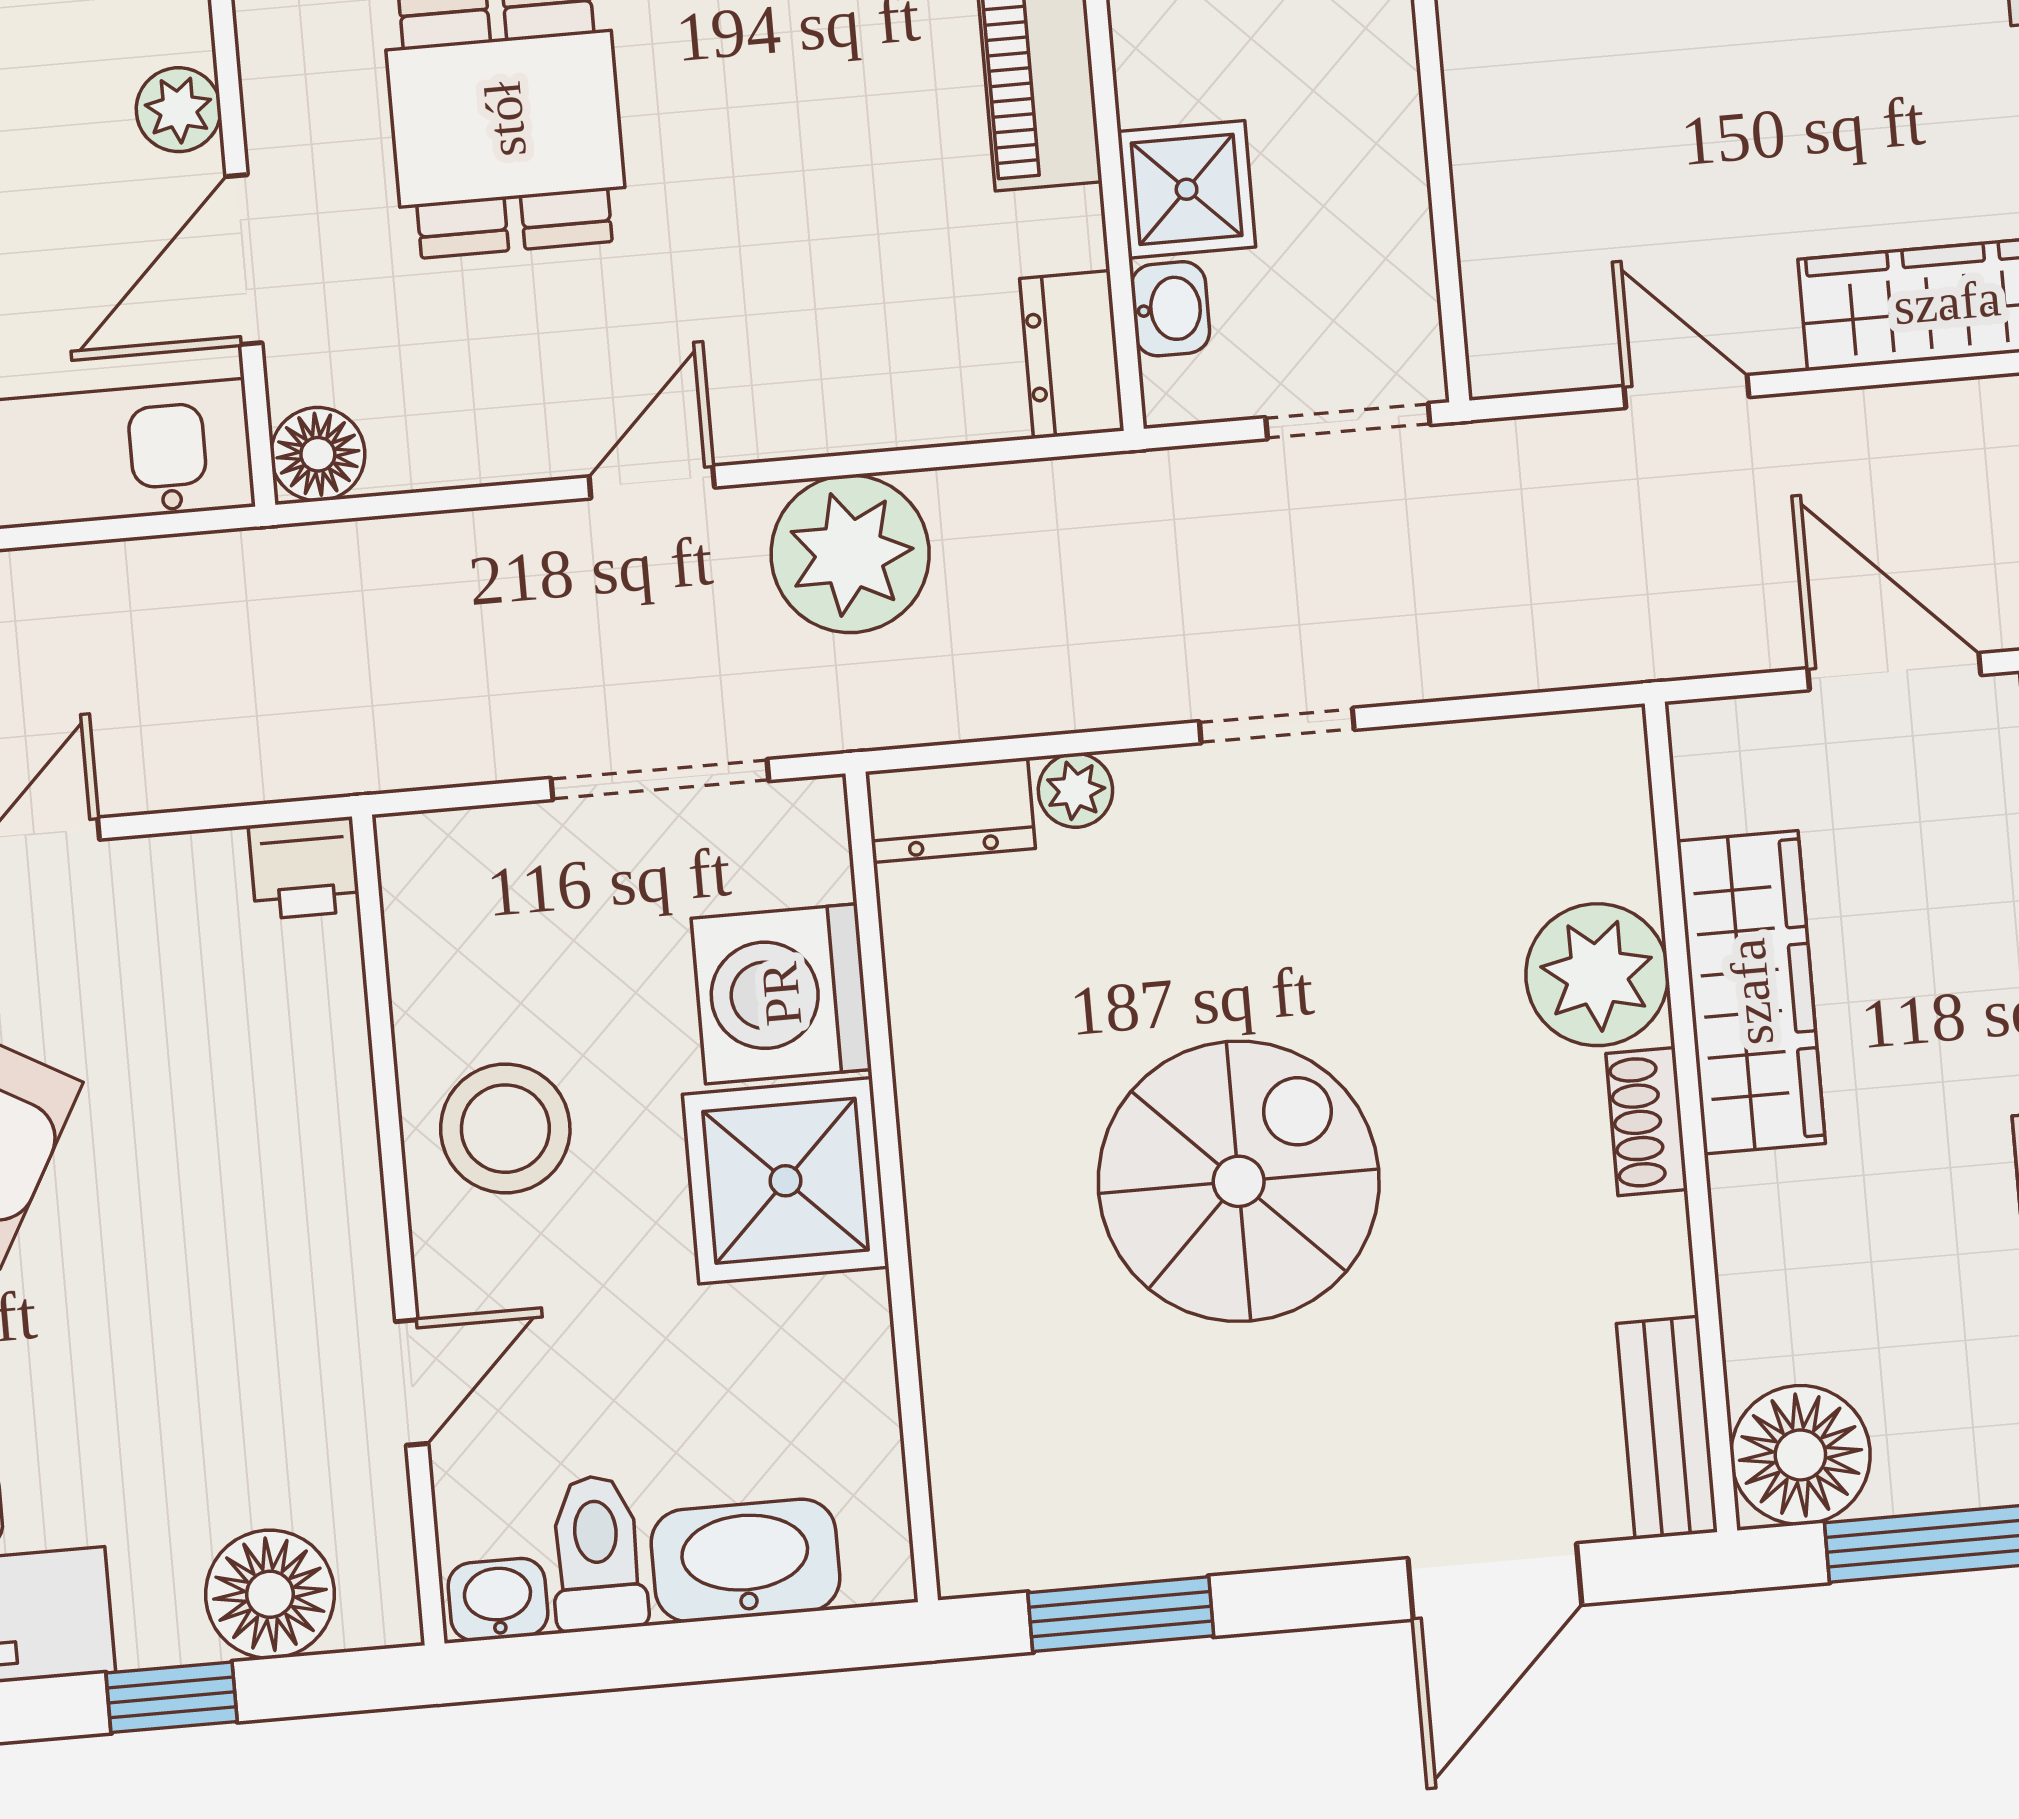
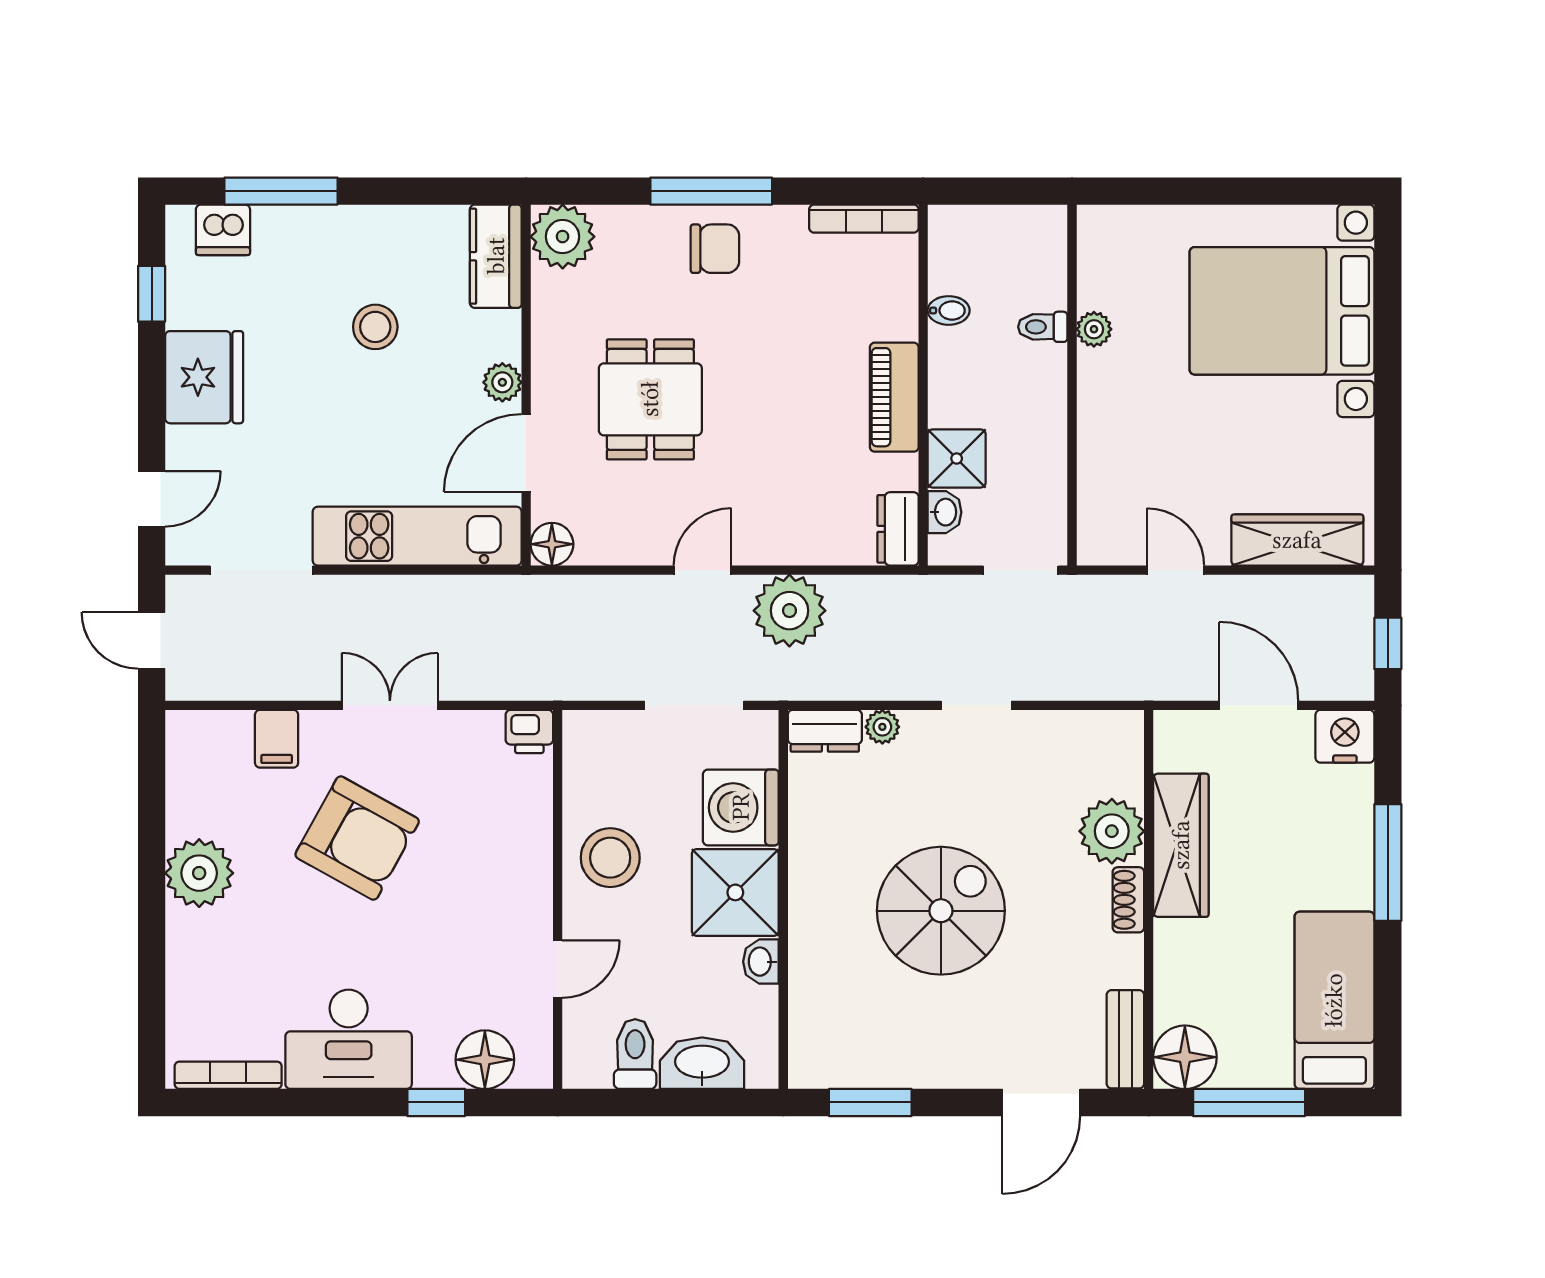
washbasin: (498, 1600) -> (761, 962), moved, turned -90

